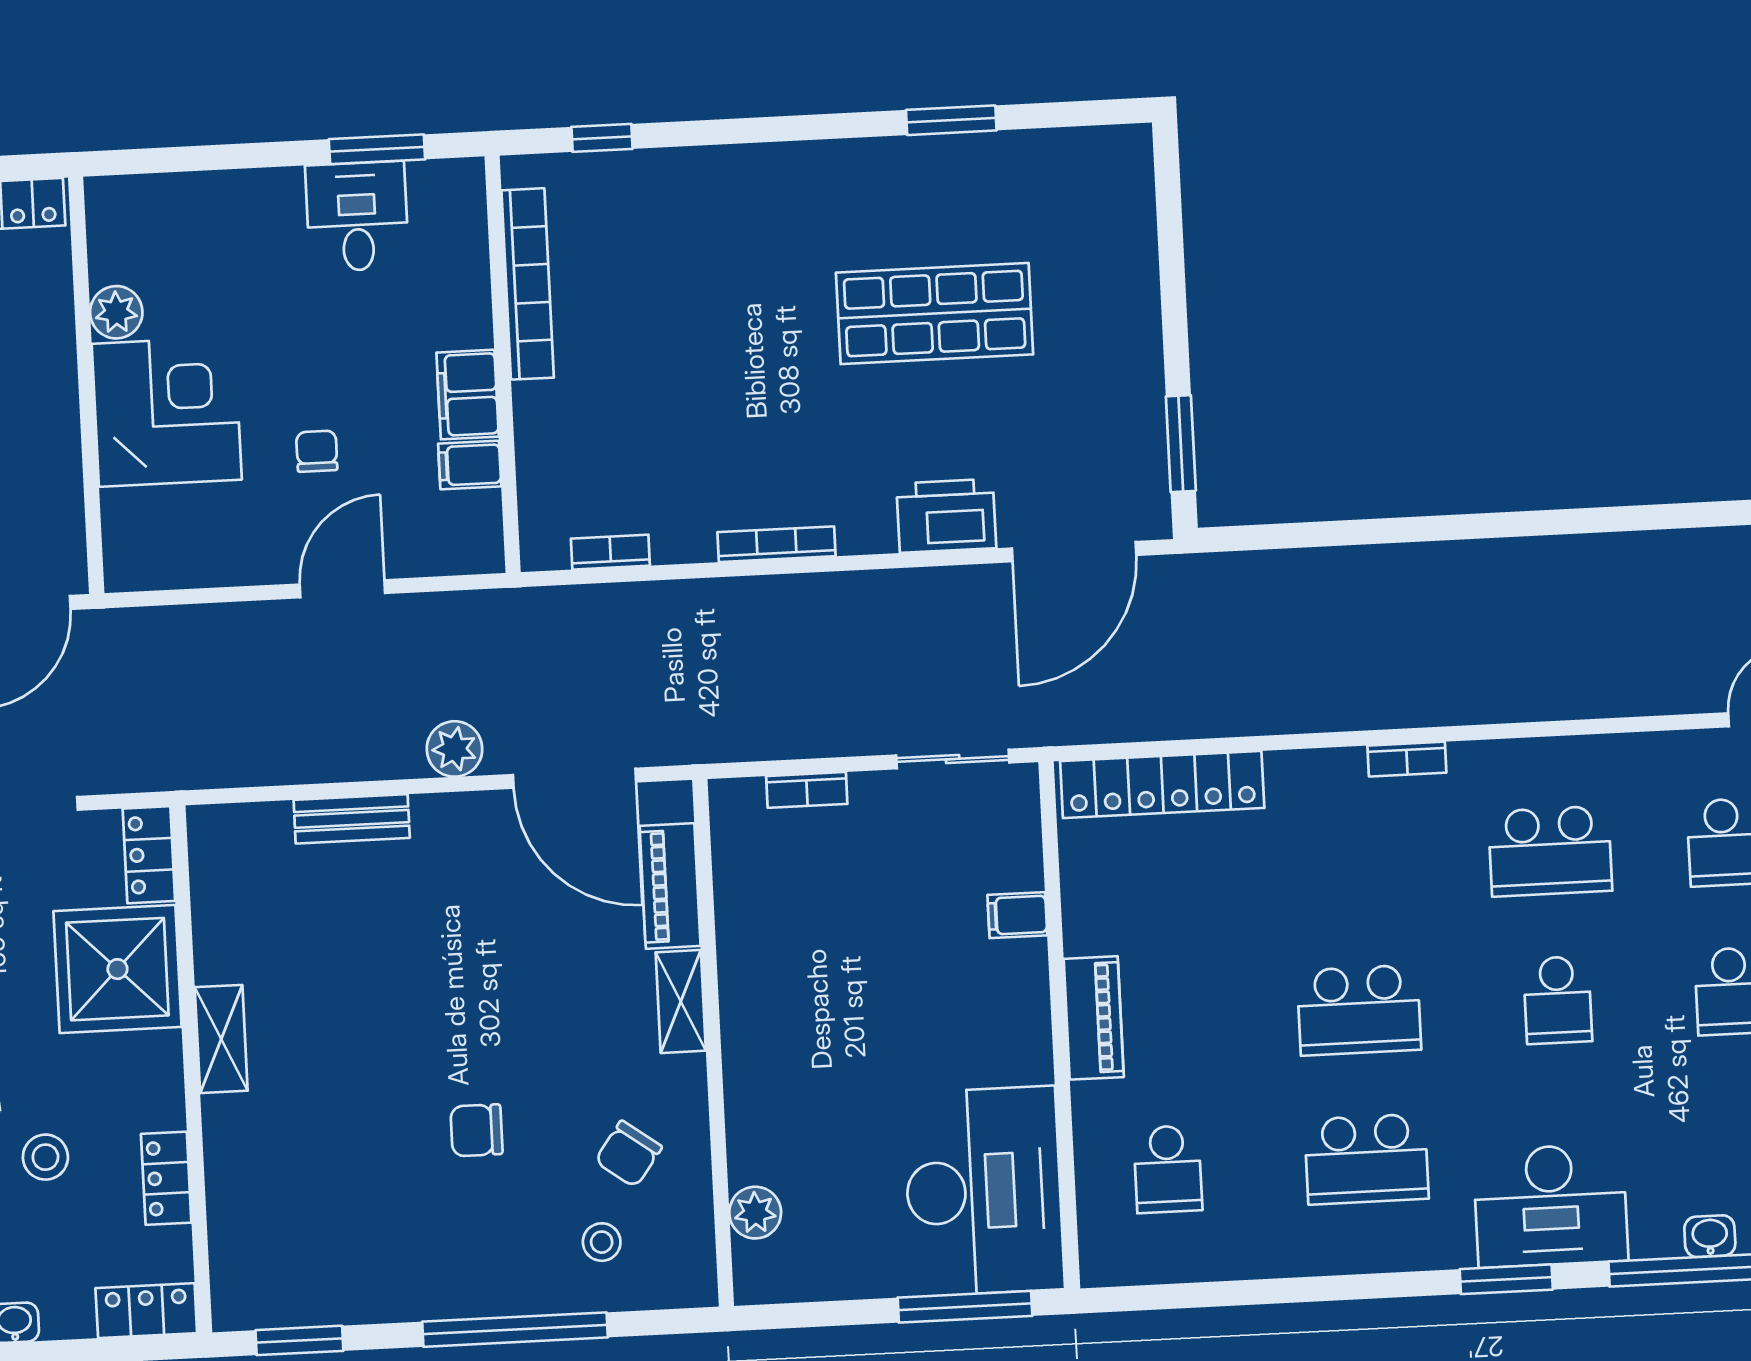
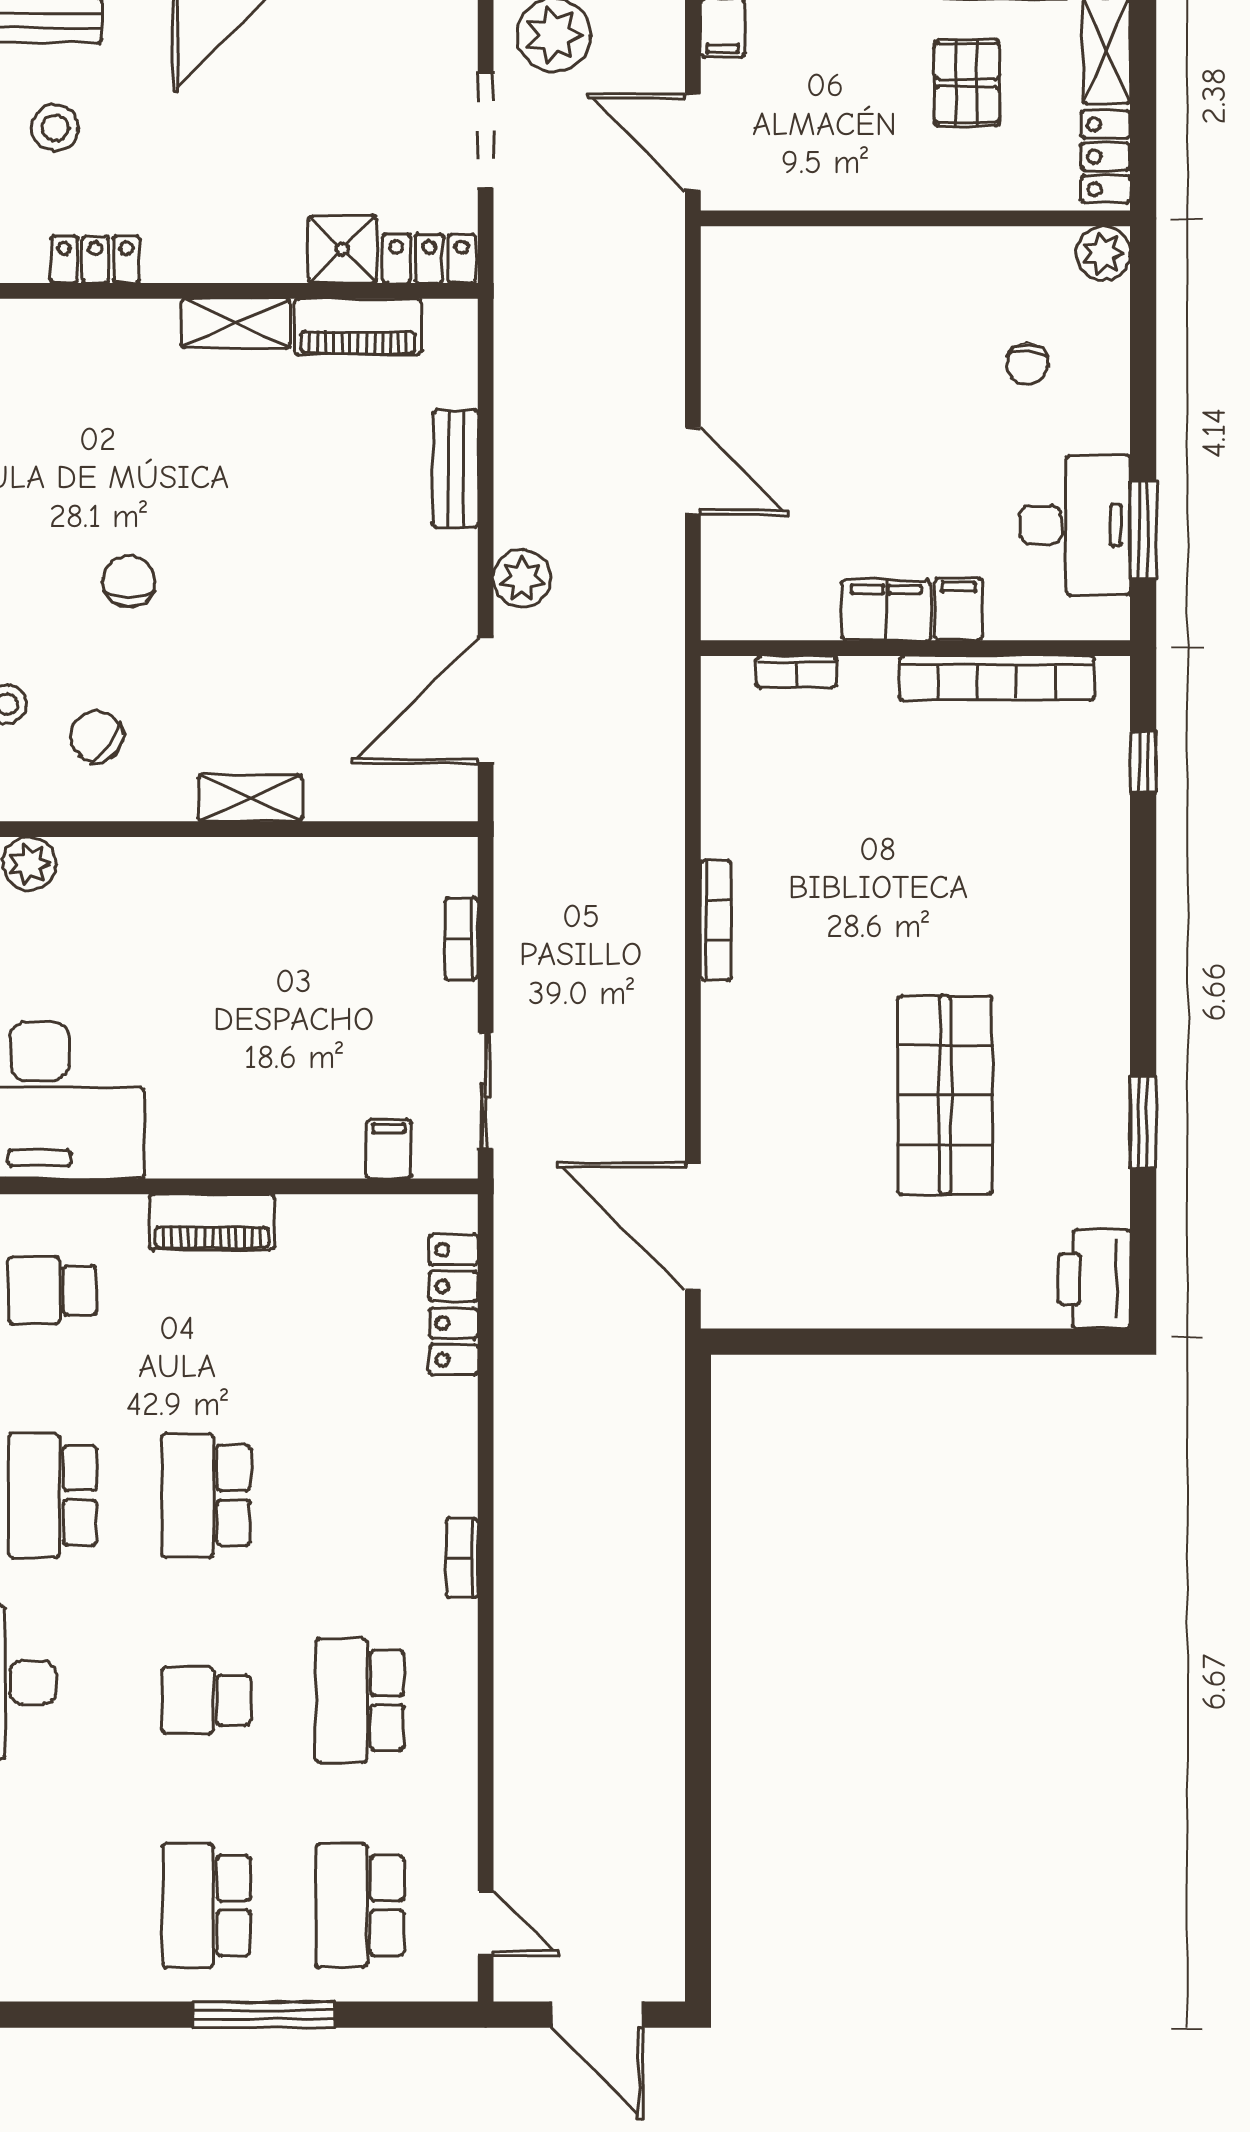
desk: (357, 216) -> (1075, 525), width x1.37
plant: (116, 312) -> (1103, 253), moved
corner desk: (167, 412) -> (884, 300), removed
window: (1181, 444) -> (798, 1342), removed
chair: (317, 451) -> (1028, 364), moved, turned 90
filing cabinet: (470, 465) -> (959, 609), moved
printer: (946, 516) -> (1094, 1279), moved, turned 180
bookcase: (610, 552) -> (796, 672), moved, turned 90
locker: (1162, 785) -> (454, 1305), width x0.71, depth x0.83
piano: (670, 886) -> (358, 327), moved, turned 180
filing cabinet: (1017, 915) -> (389, 1149), moved
shower: (117, 969) -> (342, 249), width x0.54, depth x0.54
stool: (45, 1157) -> (55, 128), moved

